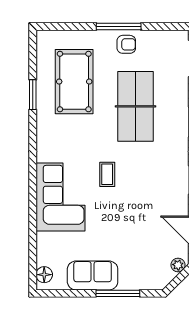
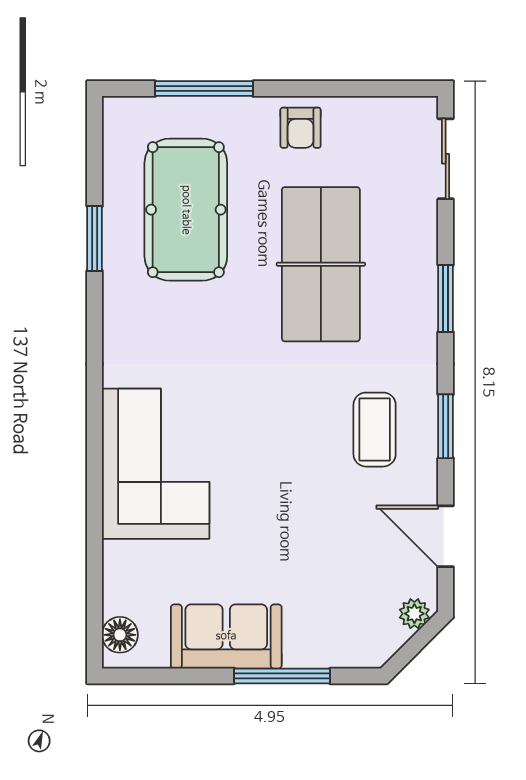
window: (119, 27) -> (204, 89), moved
armchair: (126, 44) -> (301, 128), turned 90
coffee table: (107, 174) -> (375, 430), moved, width x1.36, depth x1.30

